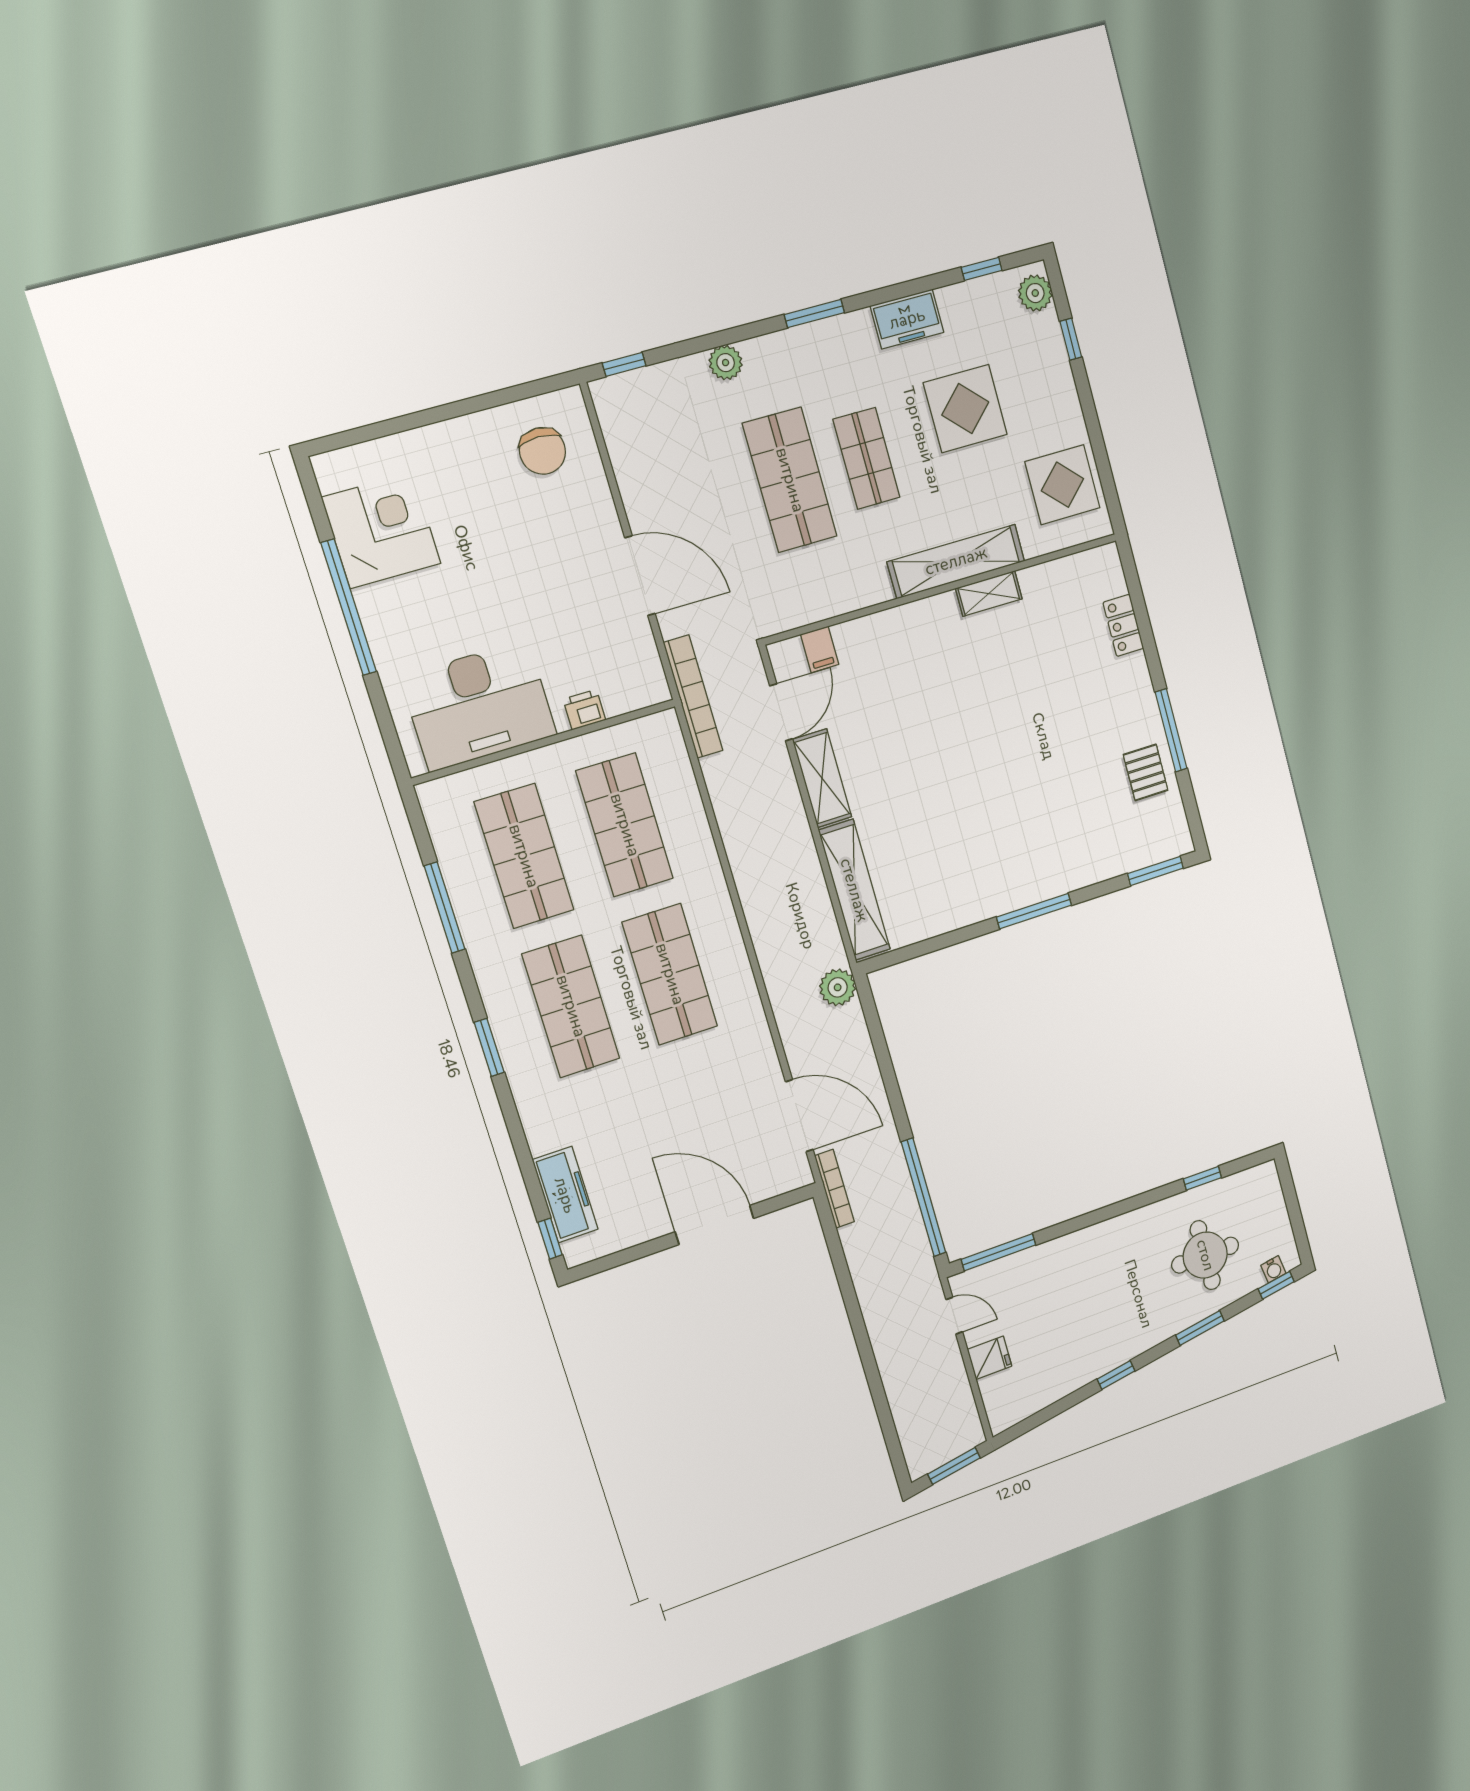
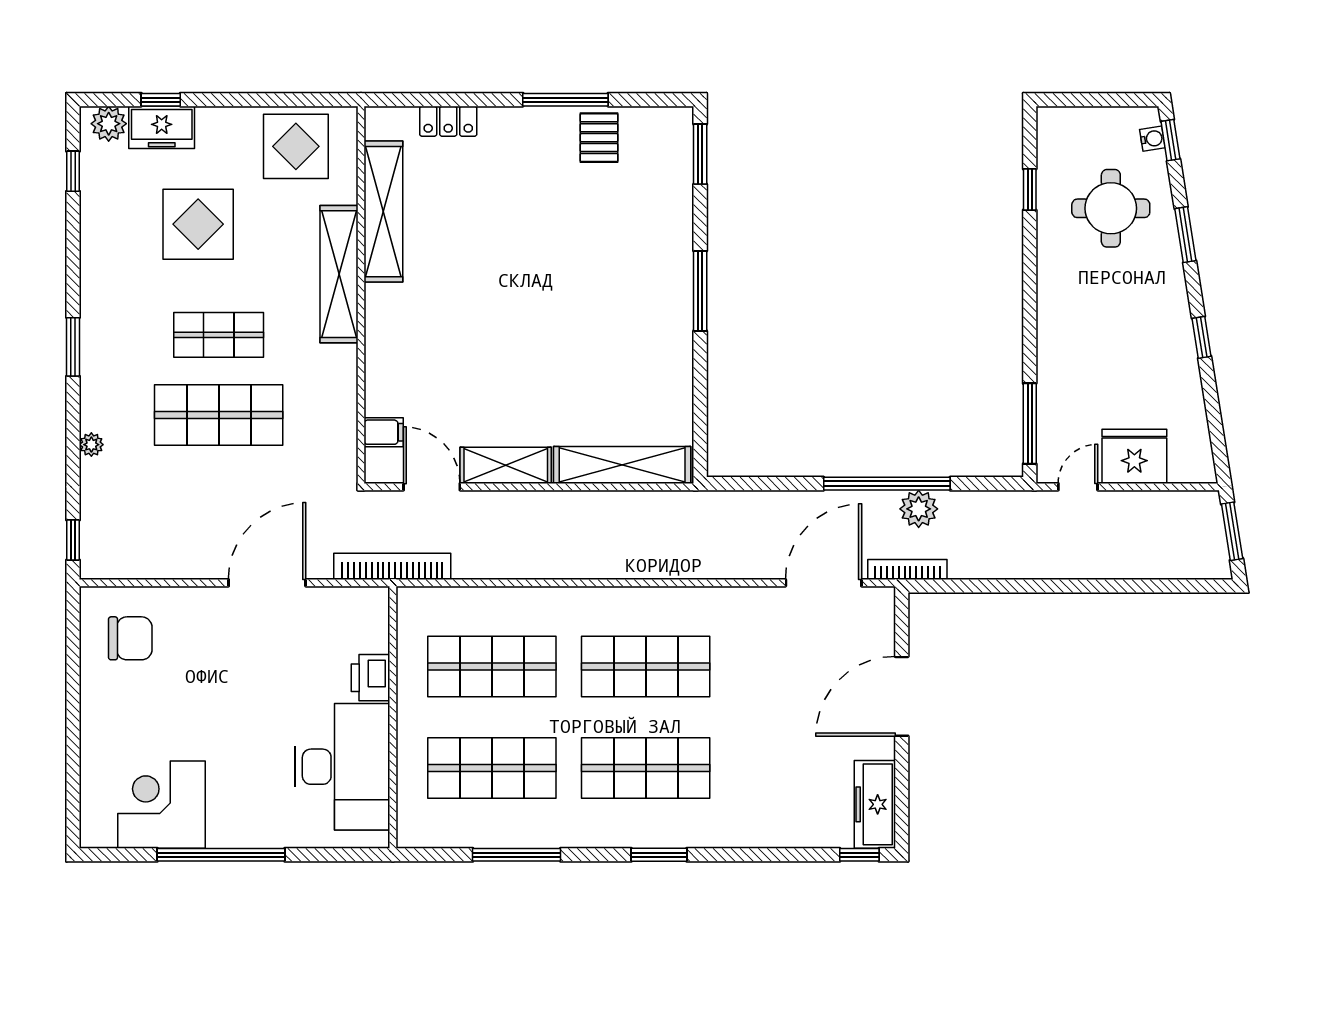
freezer: (907, 319) -> (162, 127), moved, turned 90
plant: (726, 363) -> (91, 445), width x0.73, depth x0.73
shelving: (989, 594) -> (383, 212), width x2.20, depth x1.33
printer: (584, 710) -> (371, 678), width x1.36, depth x1.24
pallet: (1146, 772) -> (599, 138), turned 90
plant: (838, 987) -> (919, 509), moved
freezer: (565, 1195) -> (875, 804), moved, turned -90
window: (924, 1197) -> (887, 484), moved
fridge: (990, 1358) -> (1134, 456), width x1.88, depth x1.34

